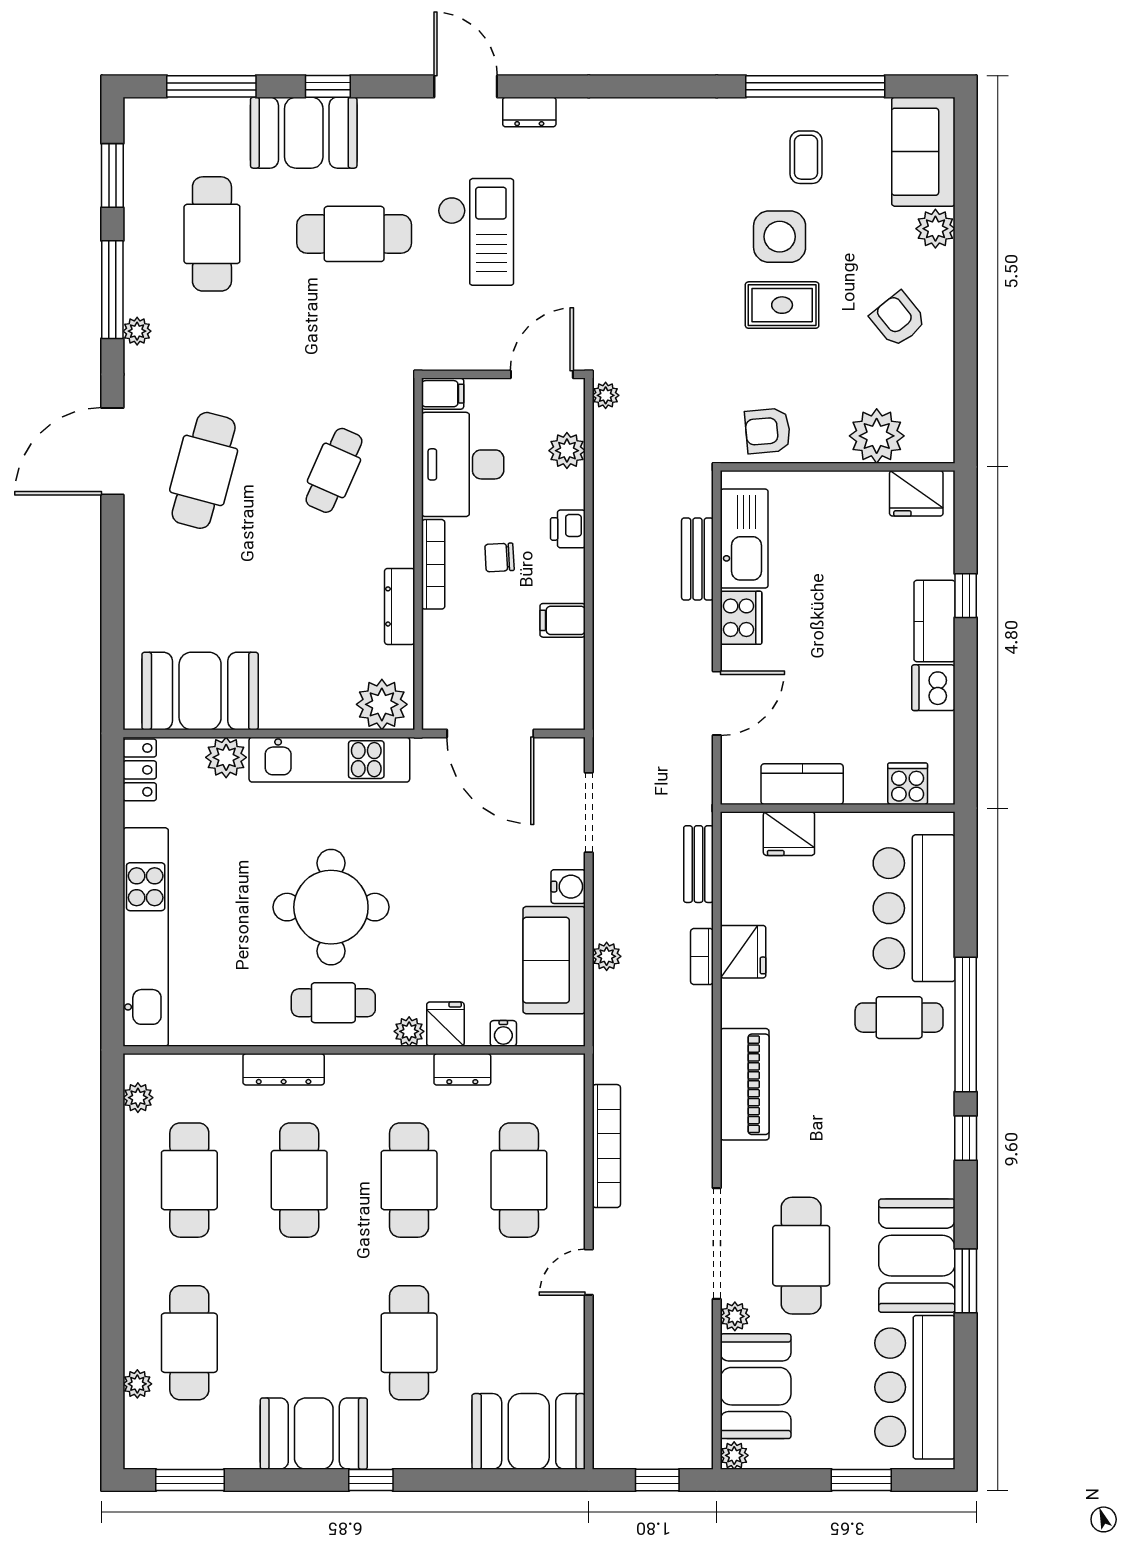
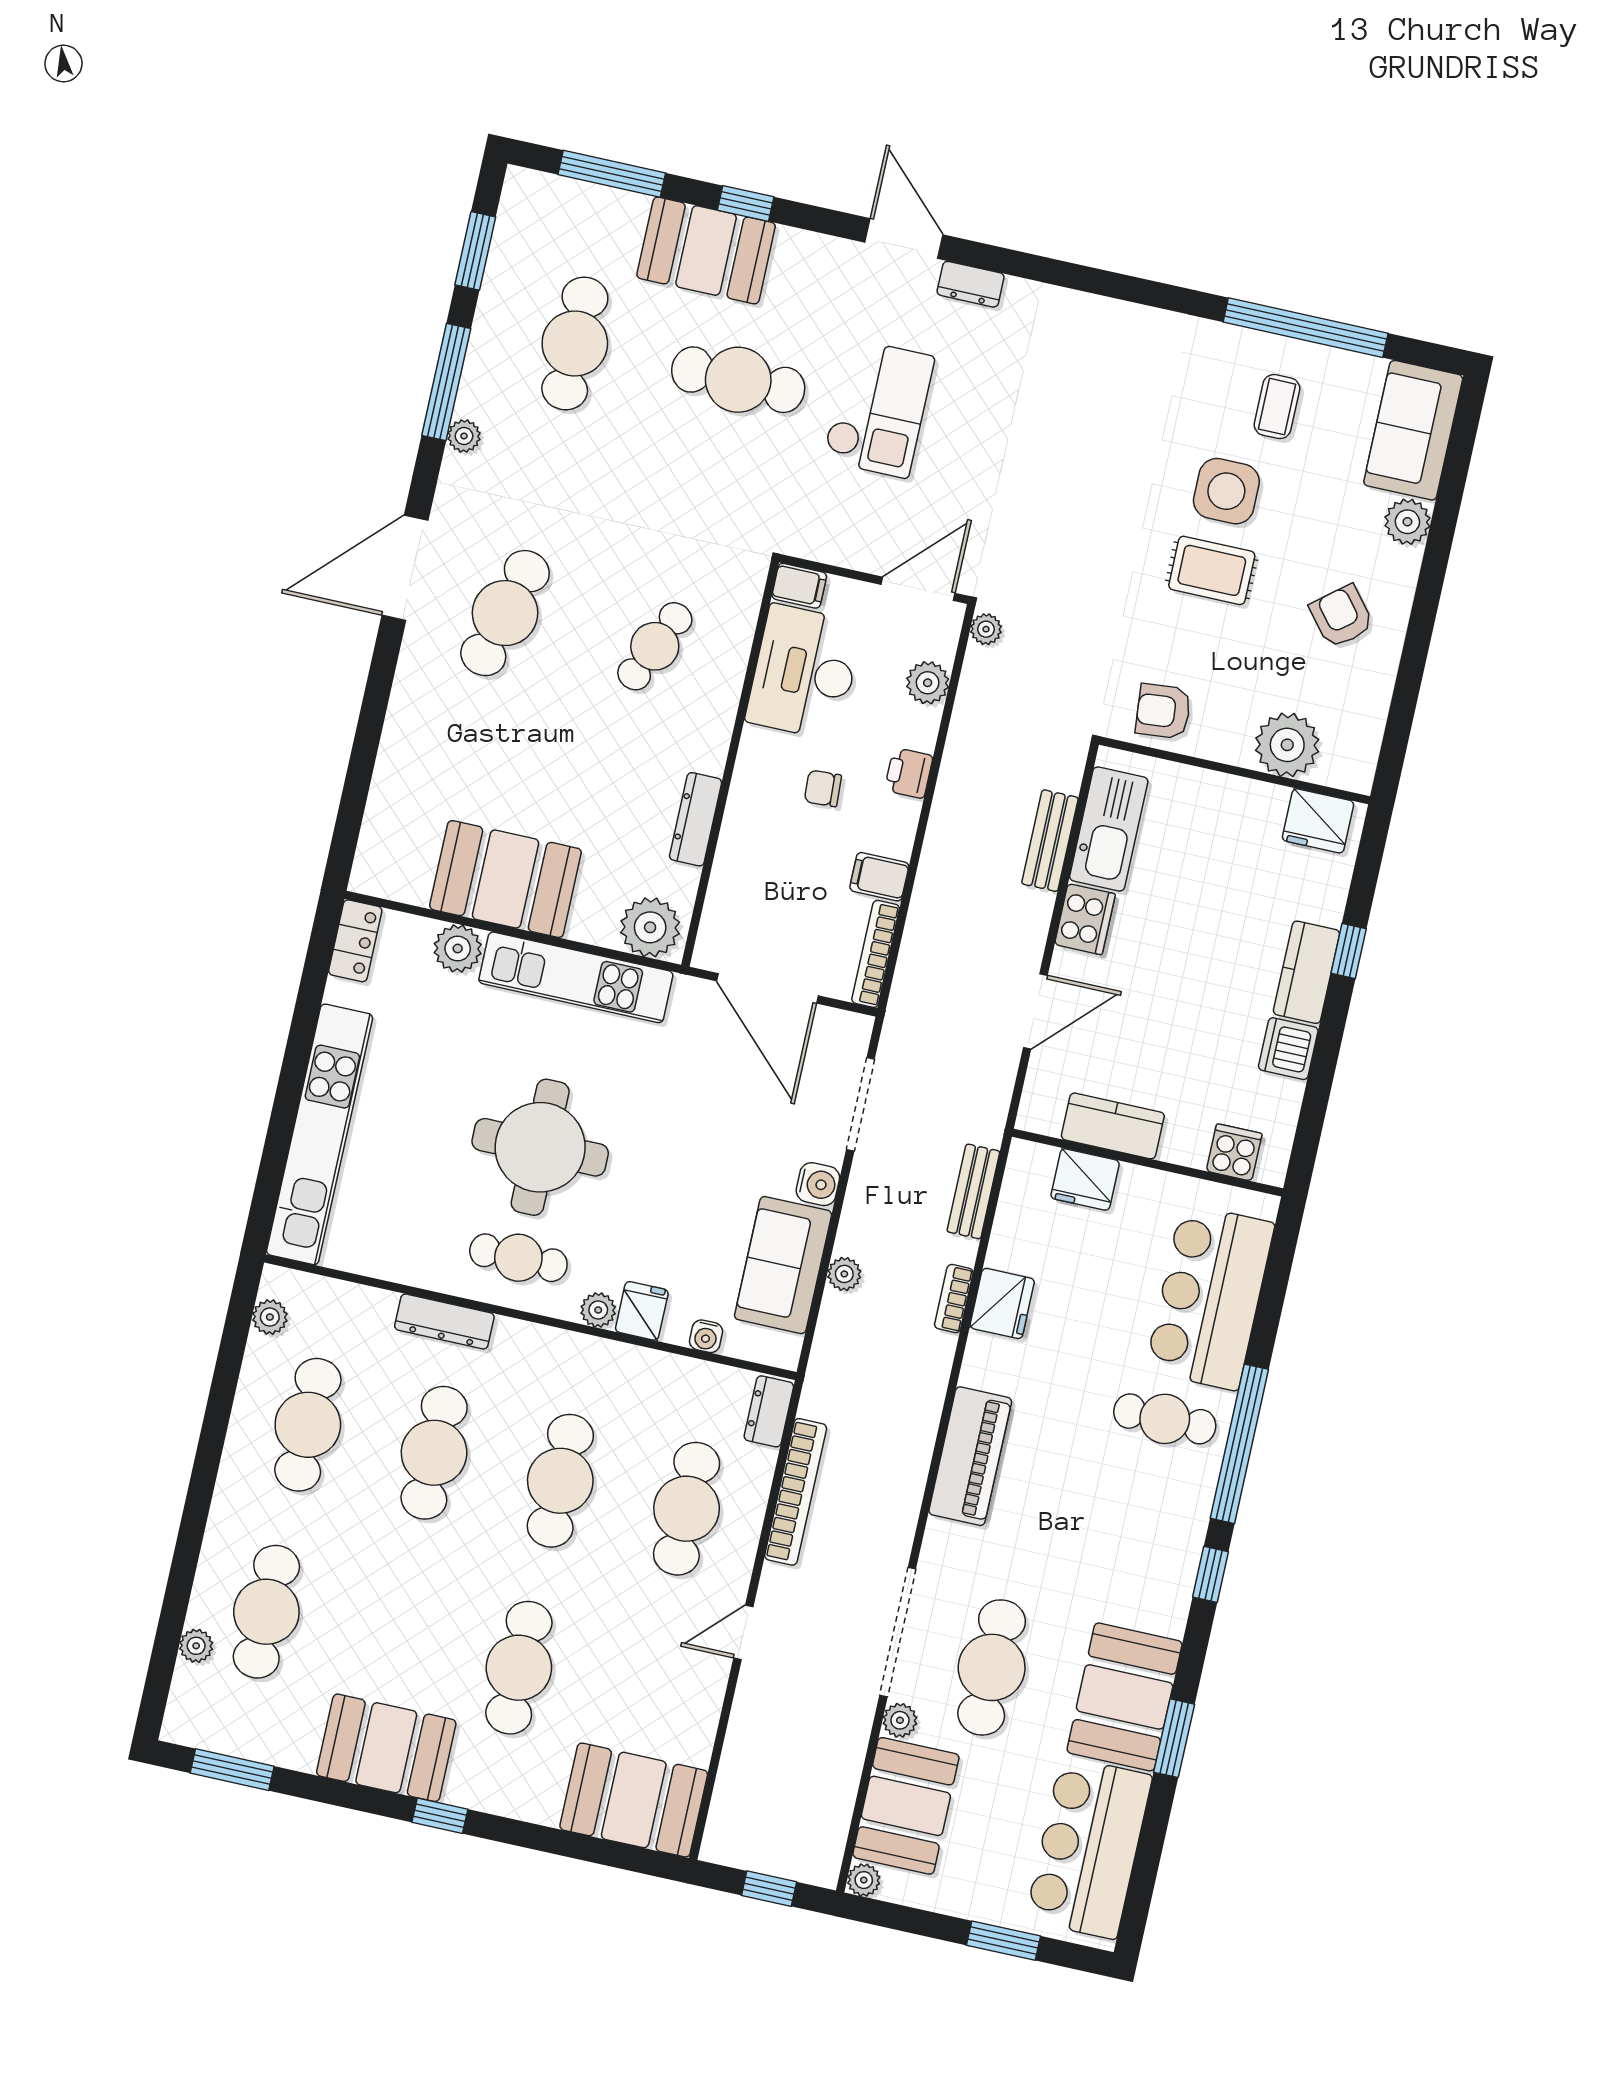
bookcase: (433, 564) -> (876, 954), moved, turned 180
booth: (200, 691) -> (505, 879), moved
dresser: (462, 1069) -> (769, 1411), moved, turned 90

